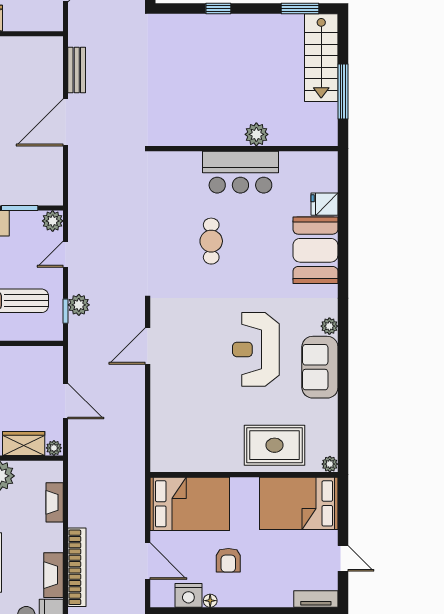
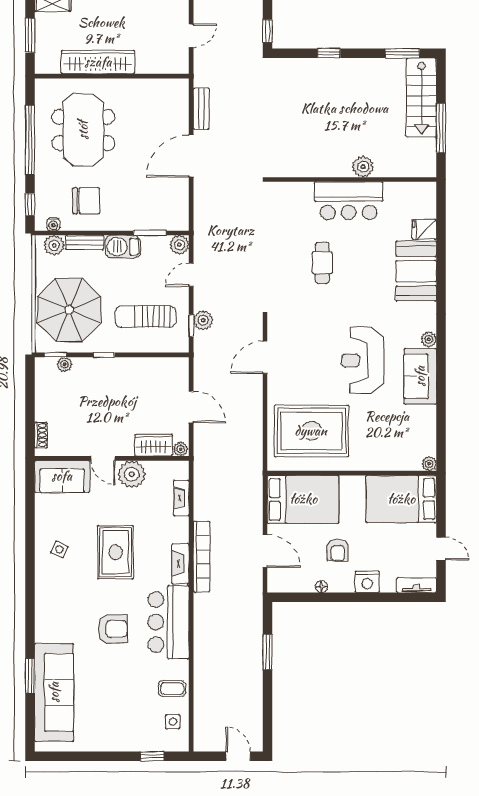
rug: (275, 445) -> (311, 431), moved, width x1.37, depth x1.44
nightstand: (188, 595) -> (367, 582), moved

